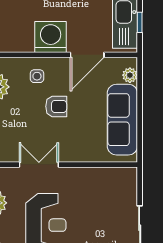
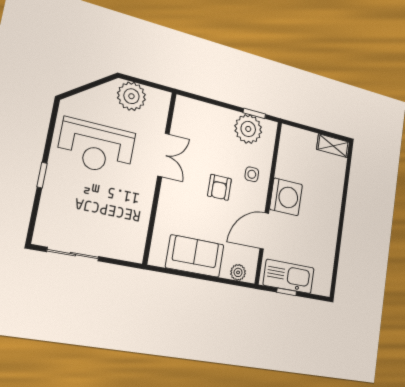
door: (87, 55) -> (264, 231), hinge flipped
sofa: (122, 120) -> (195, 256), width x0.73

